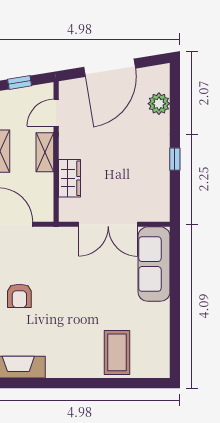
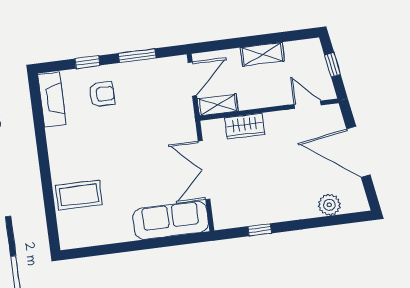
shelving: (45, 152) -> (218, 105), moved
window: (175, 159) -> (260, 230), moved
armchair: (19, 296) -> (102, 94), moved, turned 180

